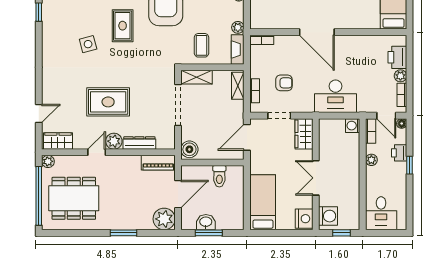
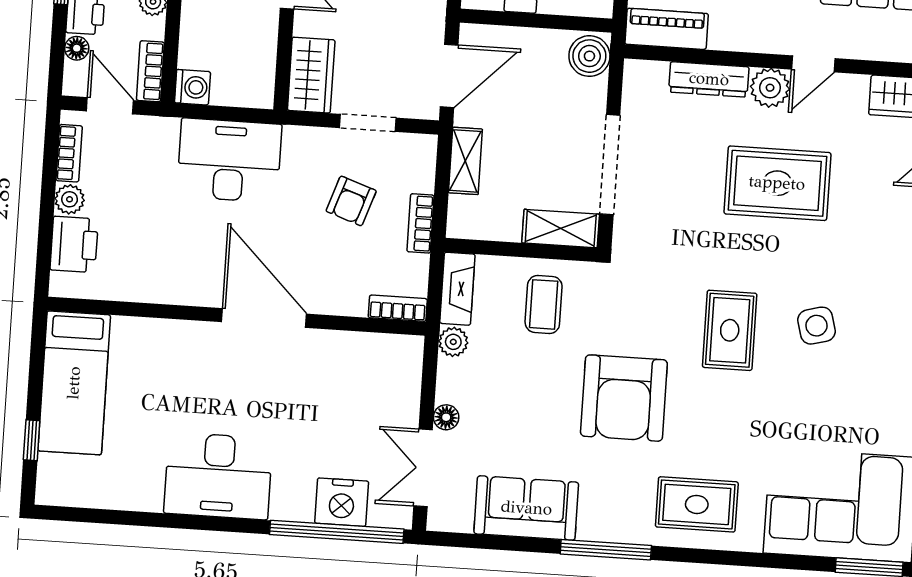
rug: (123, 26) -> (730, 330), moved
armchair: (284, 83) -> (351, 201), turned -71
shelving: (238, 86) -> (465, 161), moved
bookcase: (255, 91) -> (421, 223), moved
floor lamp: (402, 124) -> (77, 48), moved

